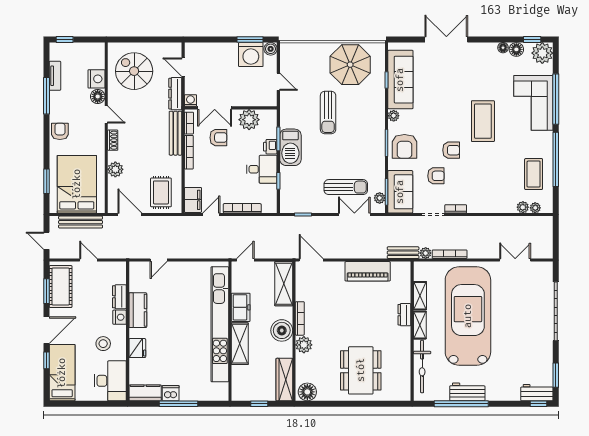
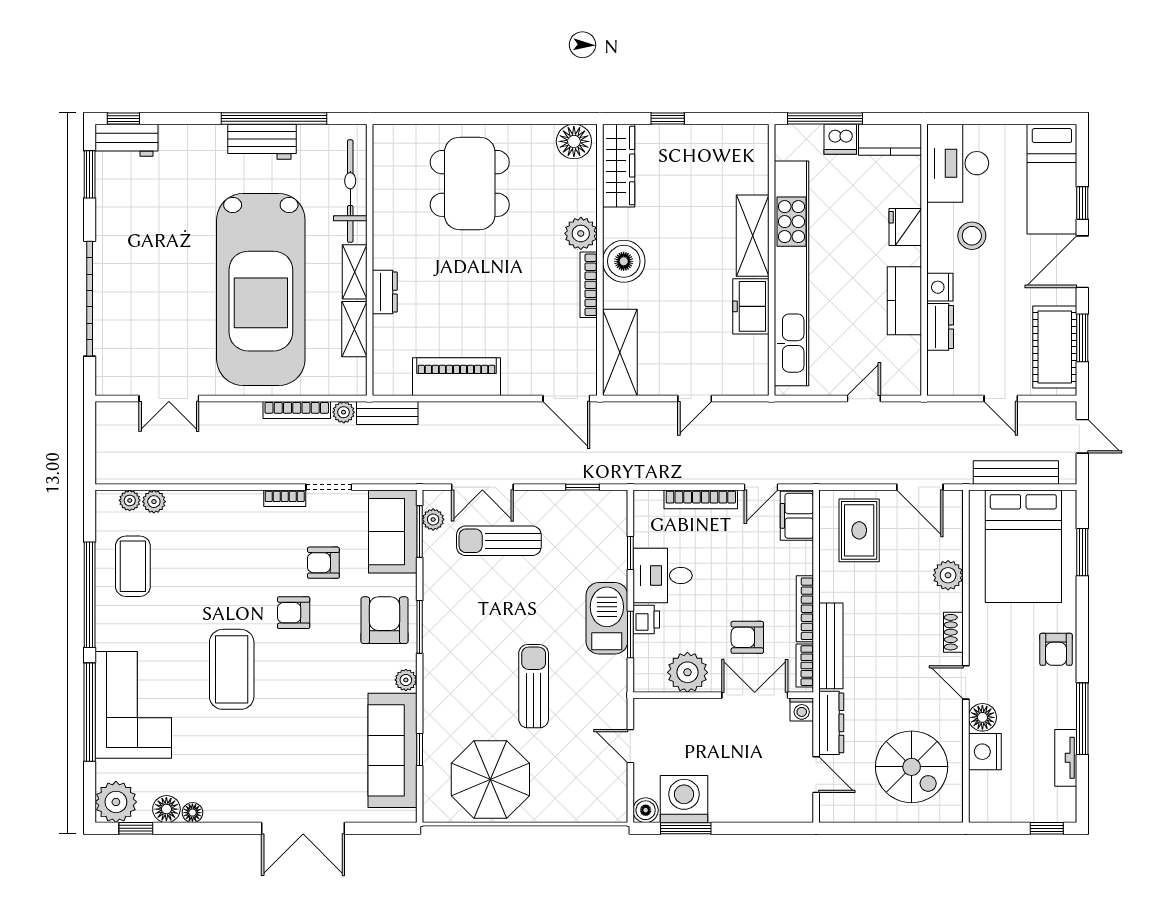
freezer: (241, 307) -> (751, 306), moved
kitchen unit: (220, 324) -> (792, 273), moved
wall: (230, 331) -> (772, 260), moved
shelving: (240, 344) -> (753, 236), moved

